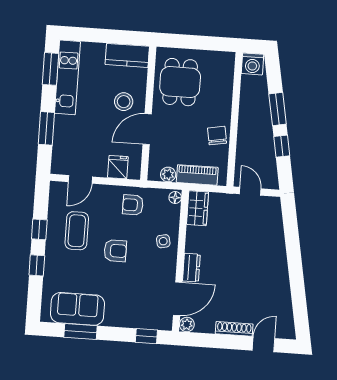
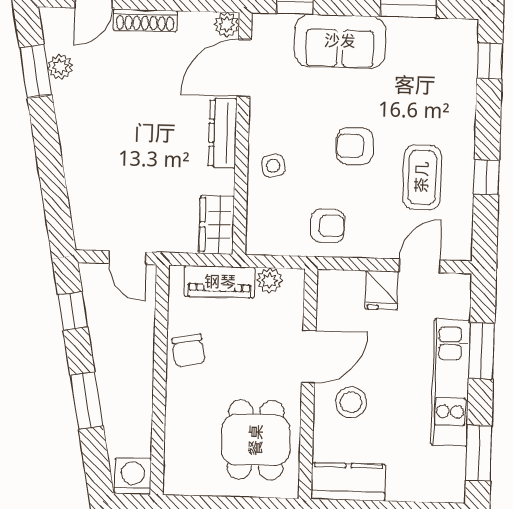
kitchen unit: (67, 77) -> (451, 383), moved
window: (282, 146) -> (73, 311), moved
fridge: (118, 167) -> (382, 290), moved
floor lamp: (175, 198) -> (256, 241), removed
window: (37, 265) -> (490, 61), moved
dresser: (191, 268) -> (223, 133), width x1.44
window: (299, 302) -> (36, 71), added
plant: (285, 304) -> (60, 67), added
sofa: (77, 309) -> (340, 41), moved

